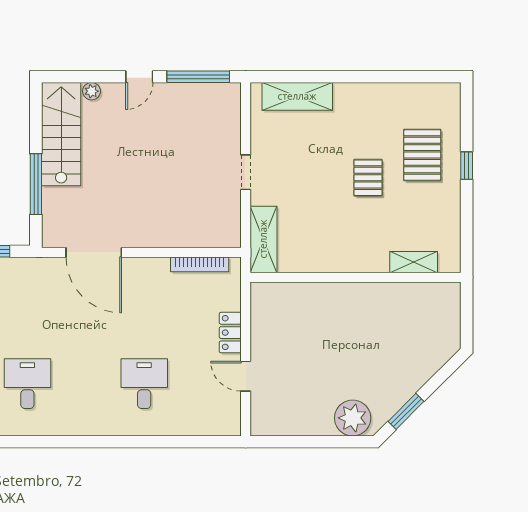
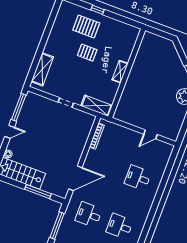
door: (139, 77) -> (10, 132), hinge flipped
shelving: (414, 262) -> (120, 72), moved
desk: (27, 309) -> (89, 215), added
locker: (230, 333) -> (130, 134), removed

